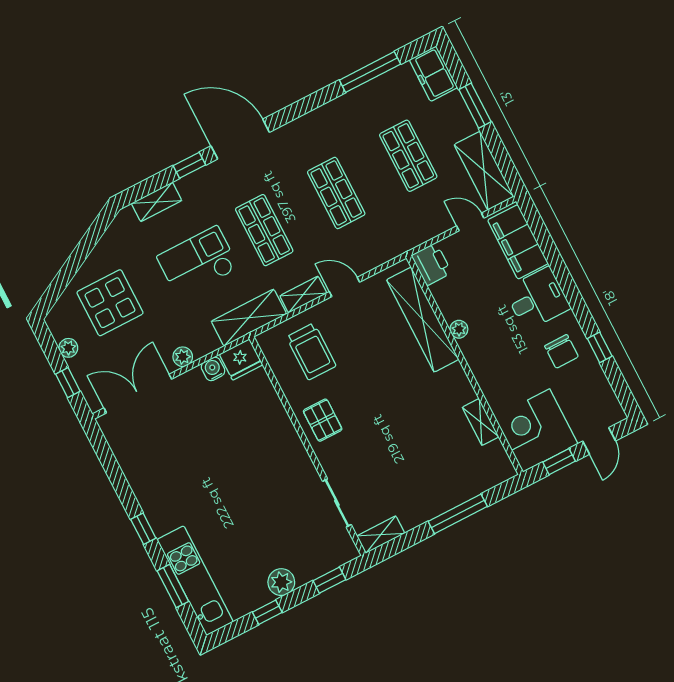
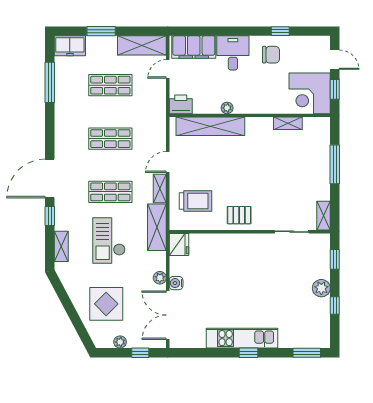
water cooler: (213, 369) -> (176, 283), moved
kitchen unit: (195, 581) -> (242, 338), moved
window: (173, 586) -> (307, 353), moved

